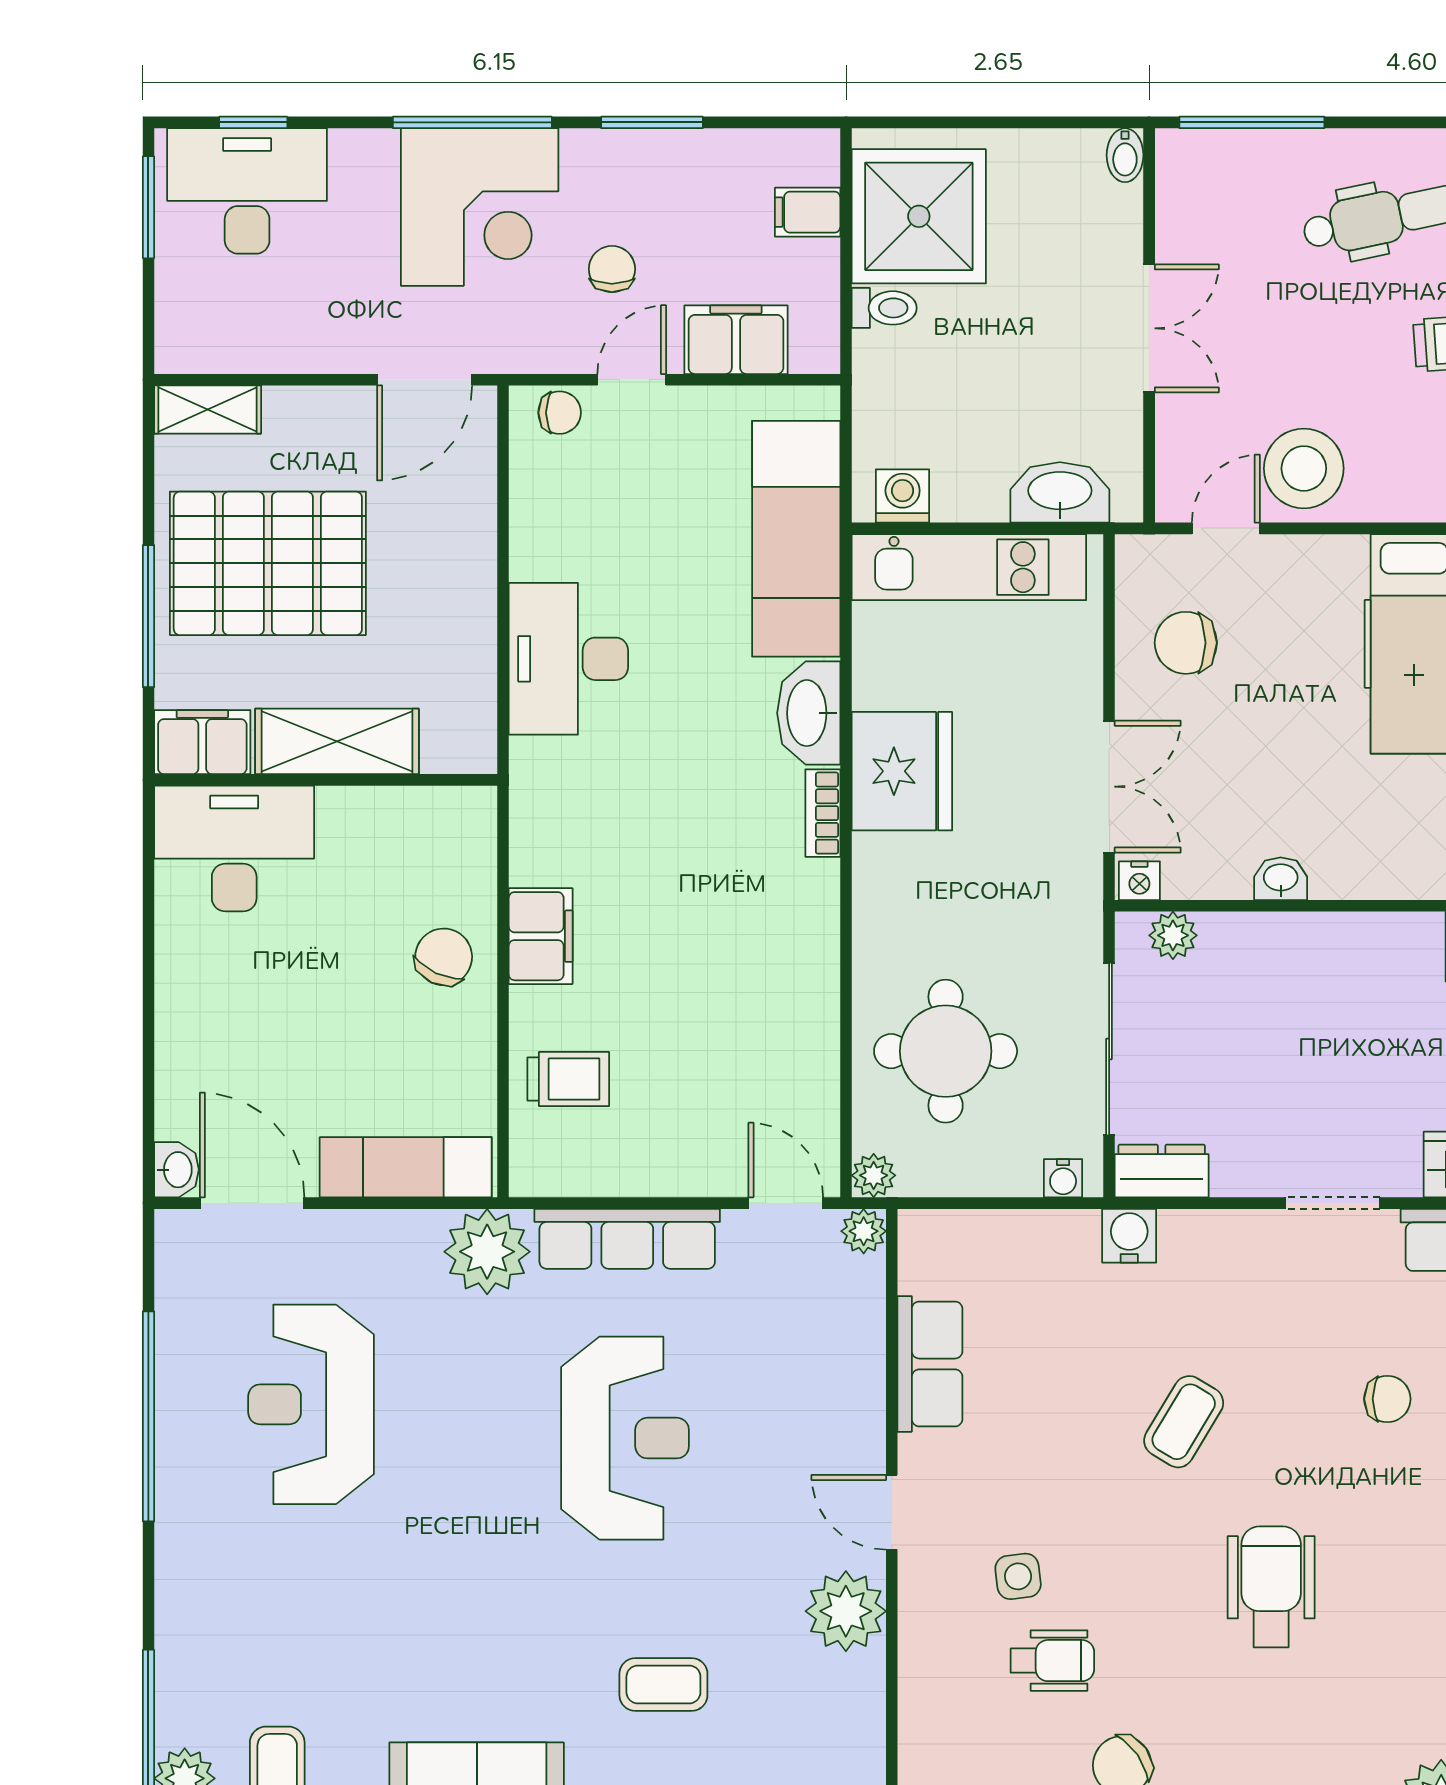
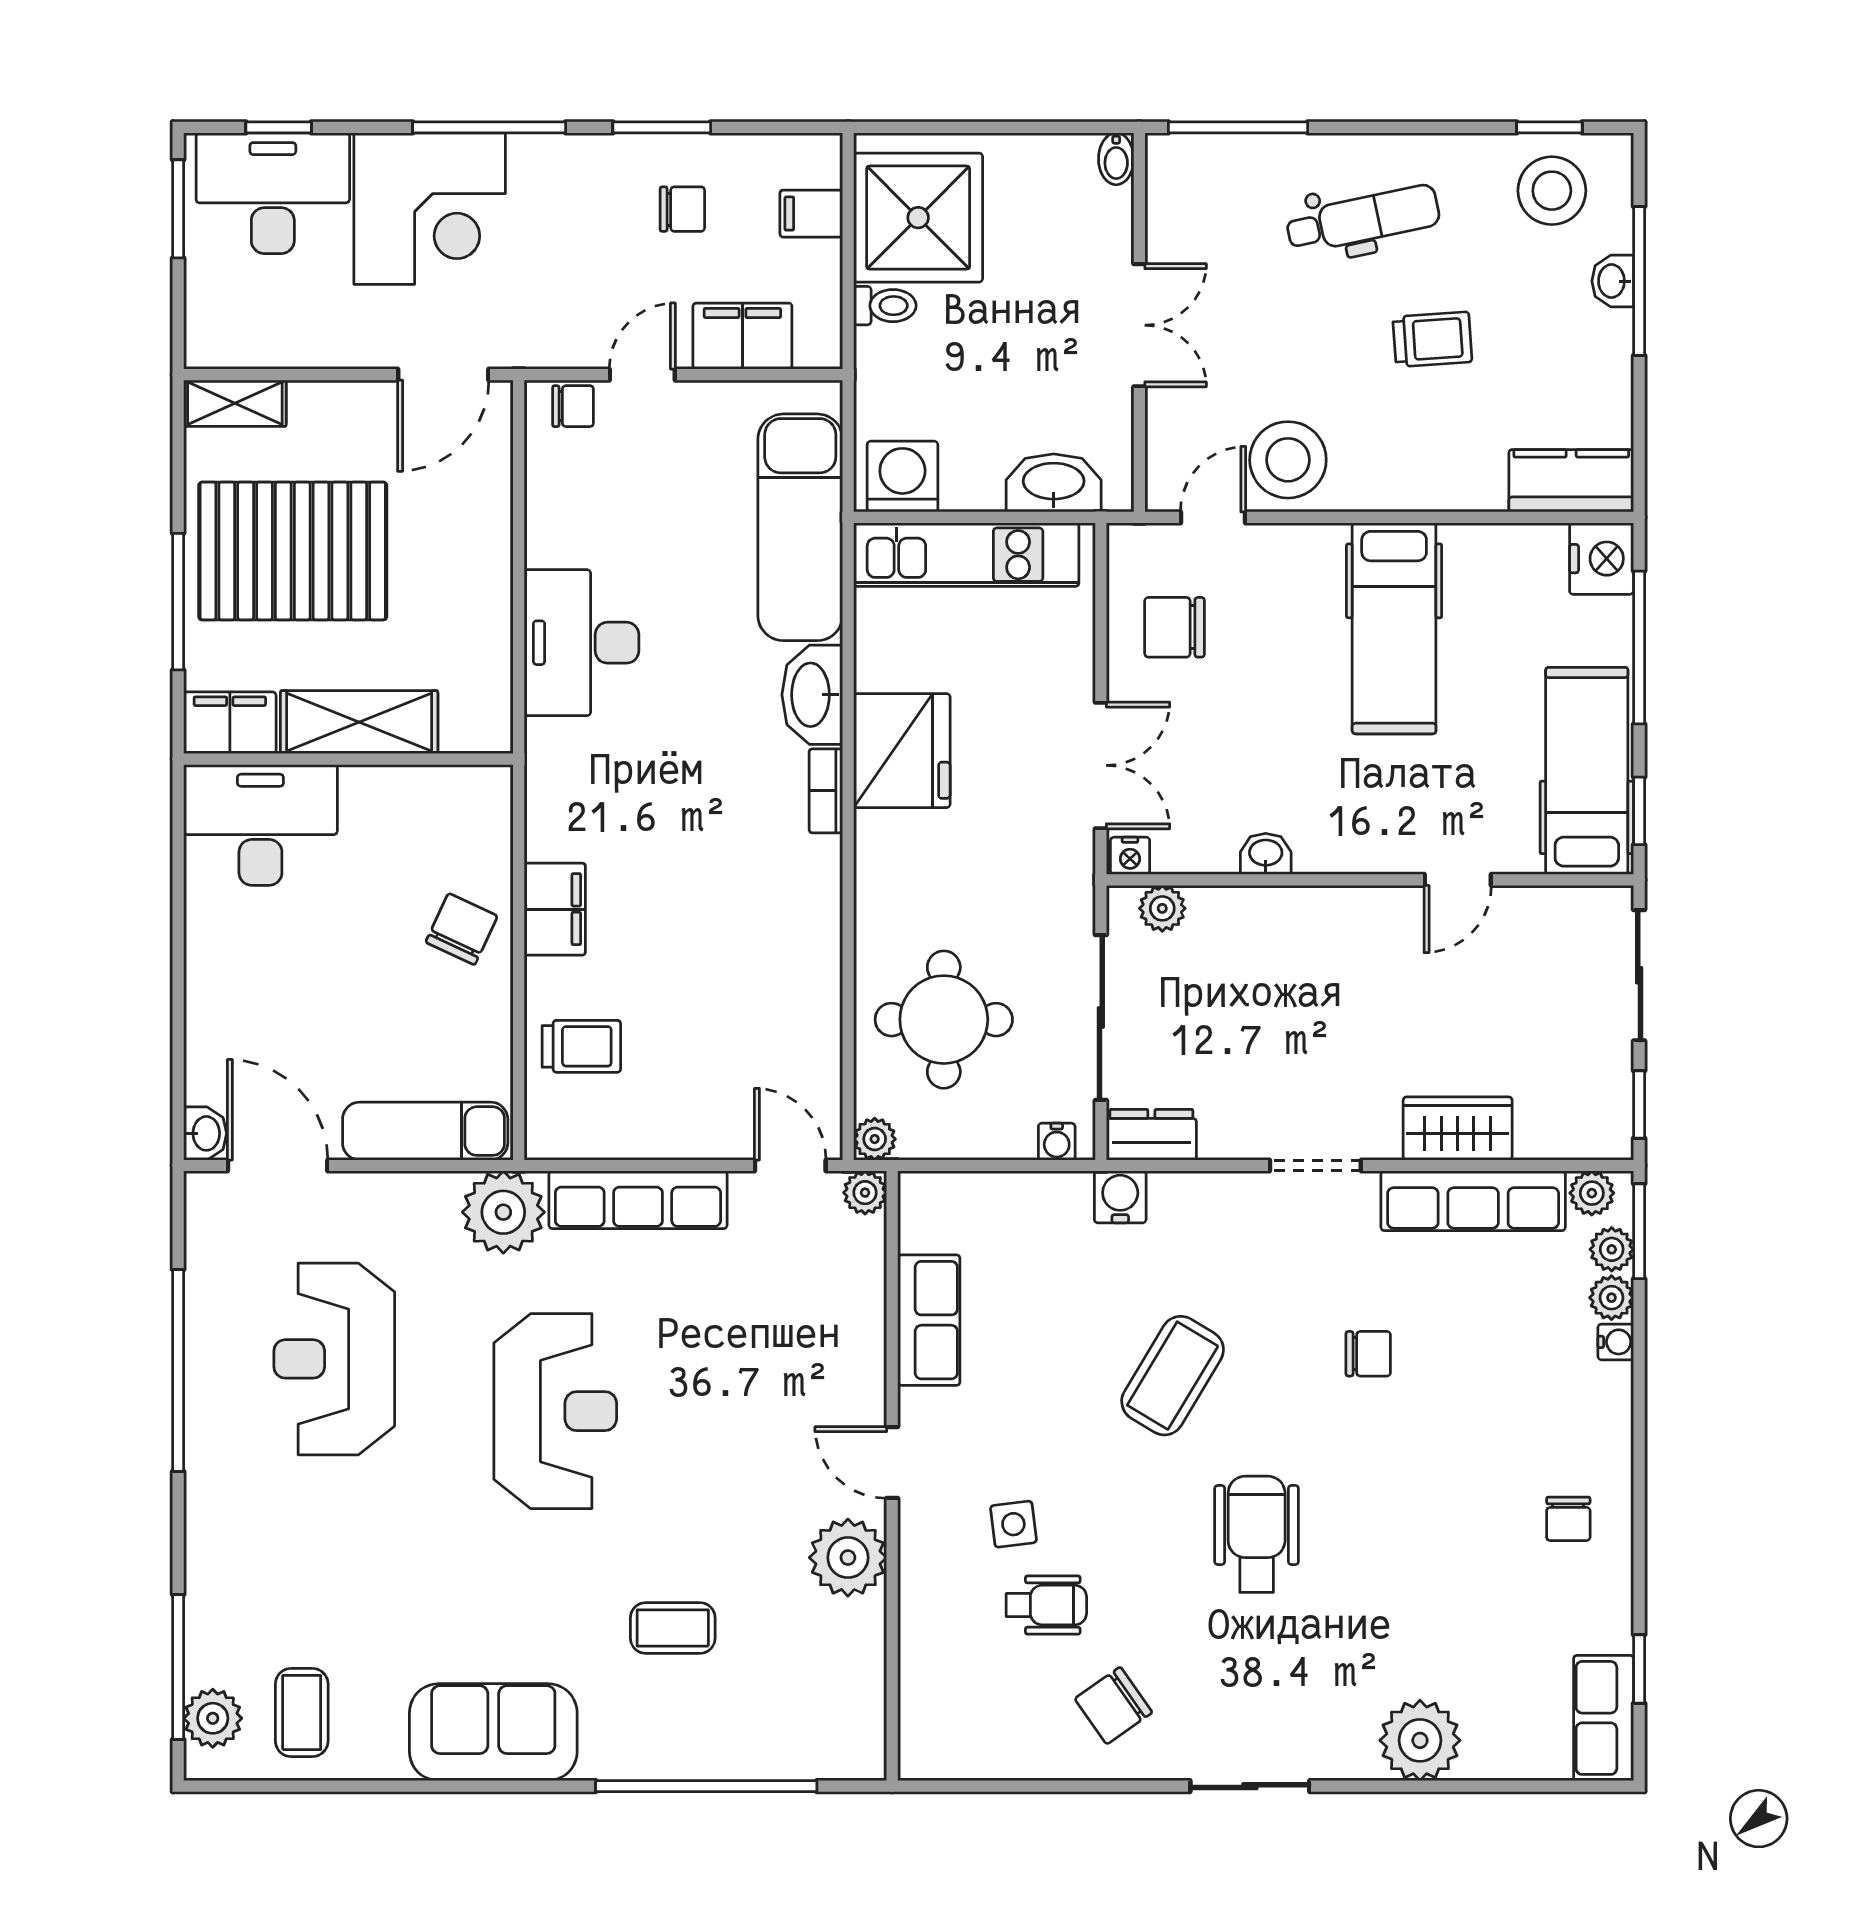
corner desk: (480, 207) -> (430, 209), moved
chair: (612, 269) -> (682, 209), moved, turned 90
washing machine: (903, 496) -> (902, 477), width x1.38, depth x1.38
coffee table: (1184, 1422) -> (1173, 1376), width x1.36, depth x1.30
reception desk: (625, 1438) -> (555, 1411), moved

